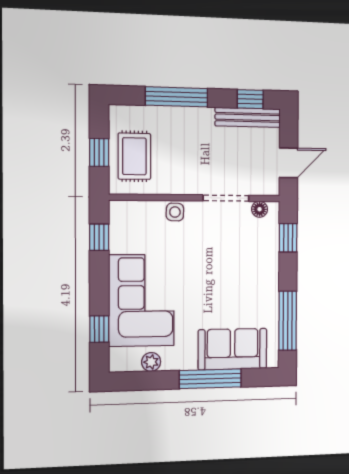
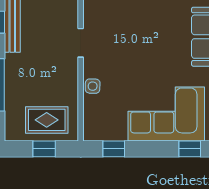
doorway: (226, 198) -> (81, 43), width x0.73
floor lamp: (260, 209) -> (90, 14), removed

